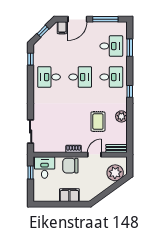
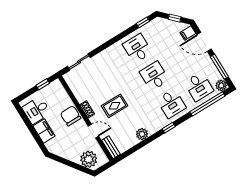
plant: (122, 27) -> (221, 86), added
window: (130, 48) -> (207, 104), width x2.11
desk: (80, 77) -> (154, 76), turned 180
rug: (98, 122) -> (115, 106), moved
desk: (45, 167) -> (36, 110), moved, turned 180

